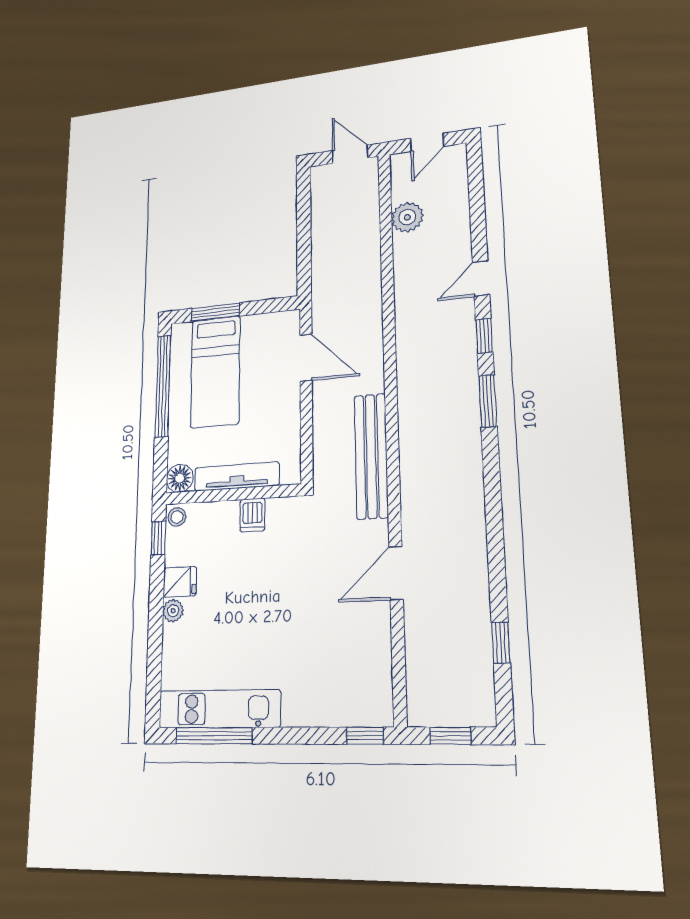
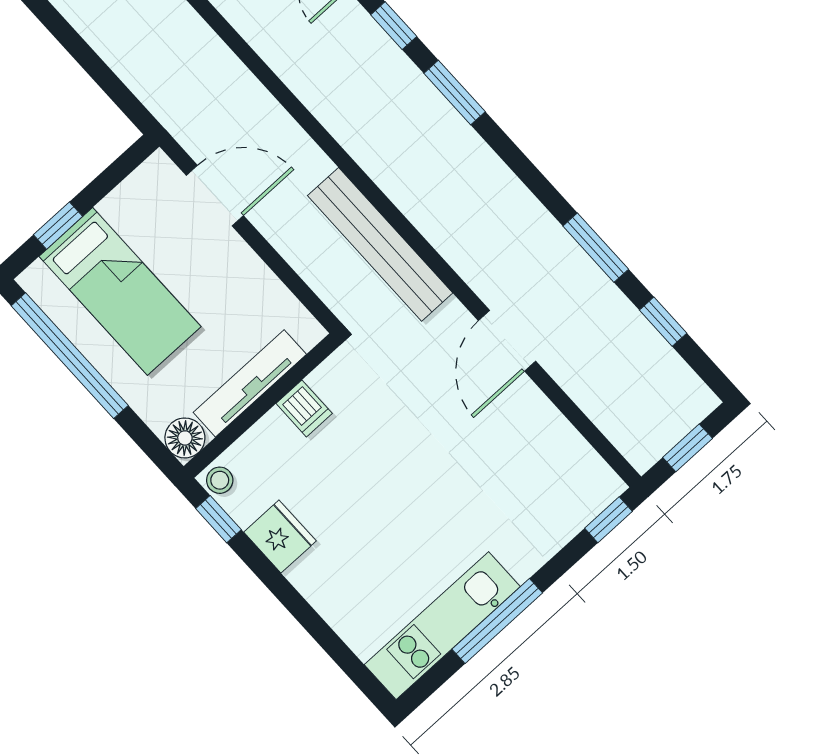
window: (215, 312) -> (58, 226), width x0.67
window: (496, 561) -> (596, 248), added
fridge: (180, 582) -> (280, 536), width x1.38
plant: (173, 611) -> (305, 577), removed
window: (214, 736) -> (497, 621), moved

